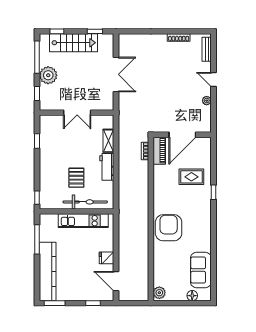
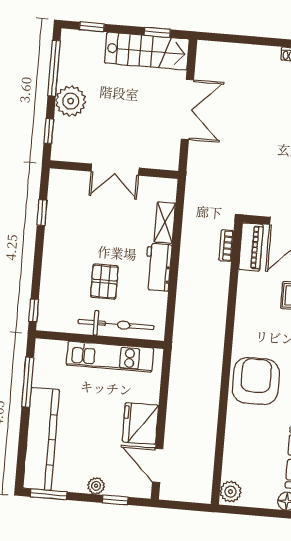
stairs: (74, 43) -> (147, 51), moved
fridge: (106, 258) -> (140, 423), width x1.88, depth x1.34
plant: (82, 296) -> (96, 486), added

